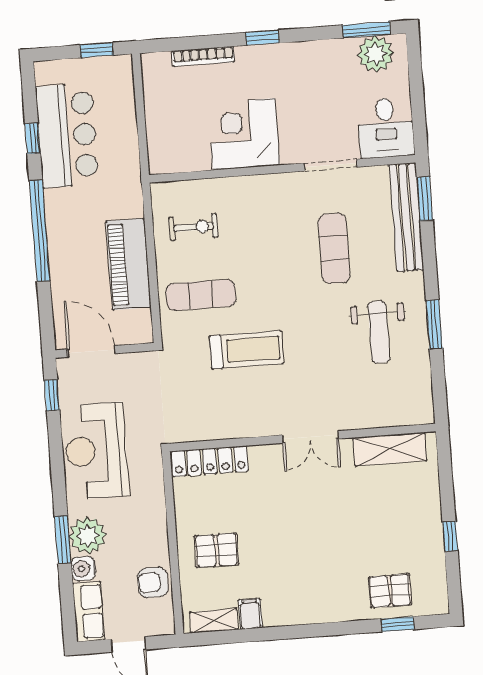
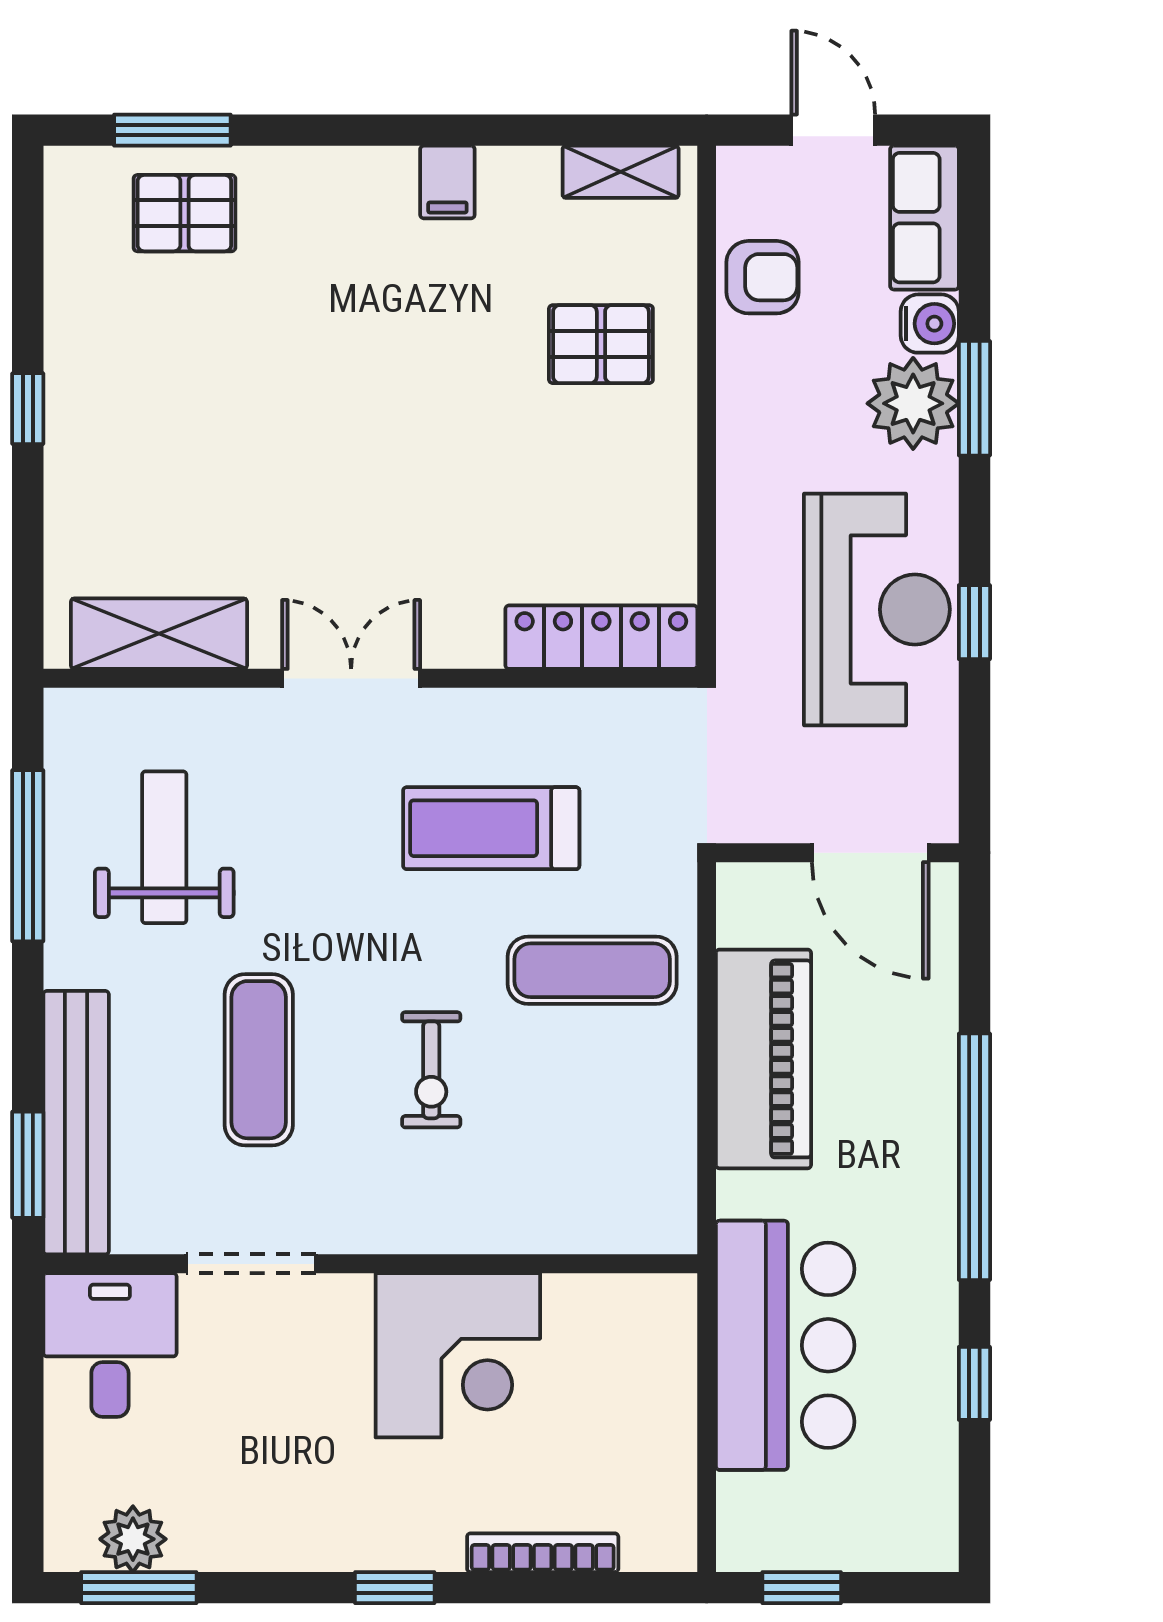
plant: (376, 54) -> (133, 1539), width x0.73, depth x0.73
bar counter: (67, 135) -> (785, 1345), moved, turned 180
exercise bike: (194, 227) -> (431, 1070), moved, turned -90
window: (434, 324) -> (28, 856), width x1.44
window: (52, 395) -> (974, 622), moved
double door: (310, 437) -> (351, 678), moved
wall: (302, 438) -> (370, 678), moved
shelving: (390, 449) -> (159, 634), moved
locker: (210, 461) -> (601, 637), moved
window: (450, 536) -> (28, 409), moved
filing cabinet: (250, 614) -> (447, 182), moved
window: (398, 624) -> (172, 130), width x1.50

